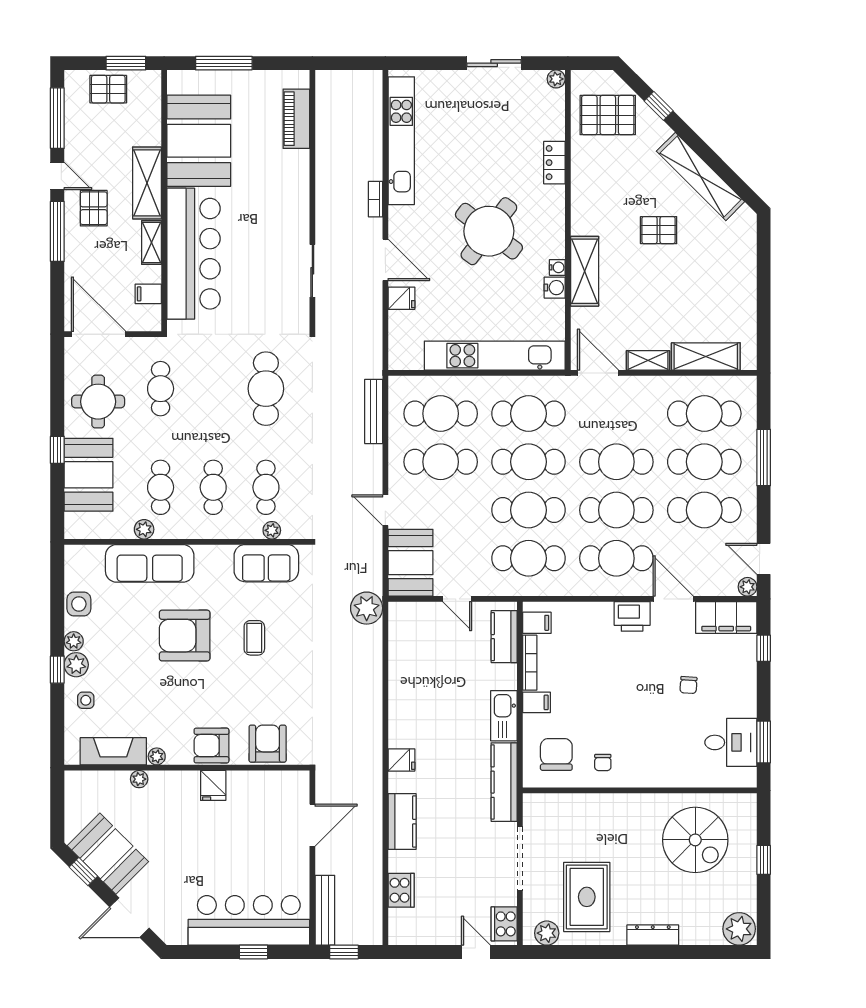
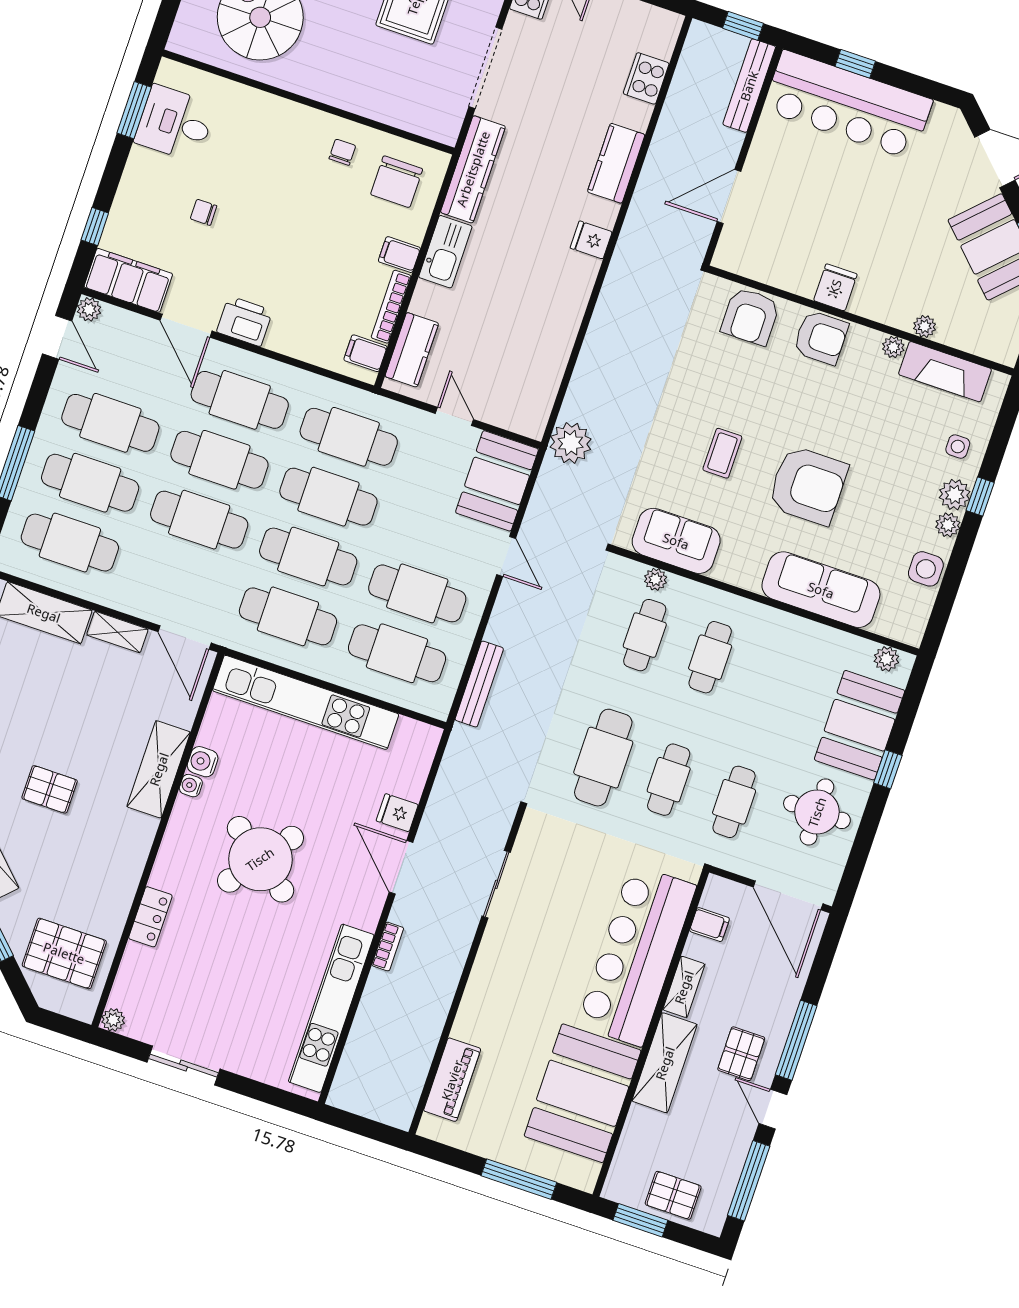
cafe table: (161, 487) -> (669, 780), moved
plant: (144, 529) -> (886, 659), moved
chair: (688, 685) -> (204, 212), turned -94

